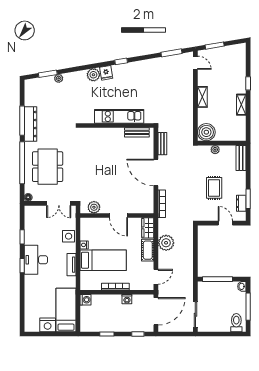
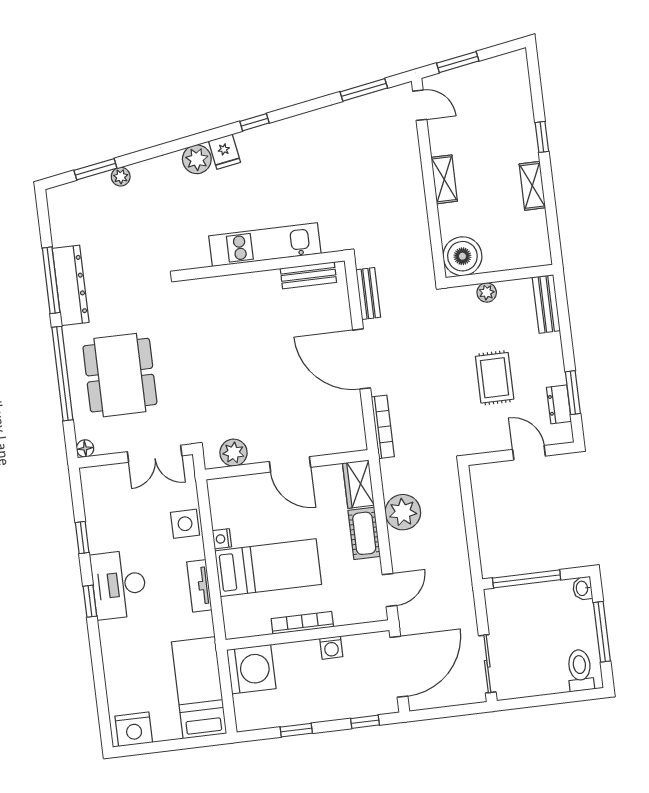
washing machine: (86, 300) -> (251, 669), width x1.89, depth x1.89
nightstand: (48, 325) -> (134, 729), moved

